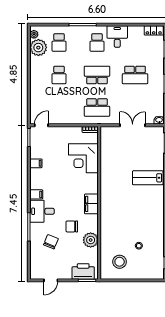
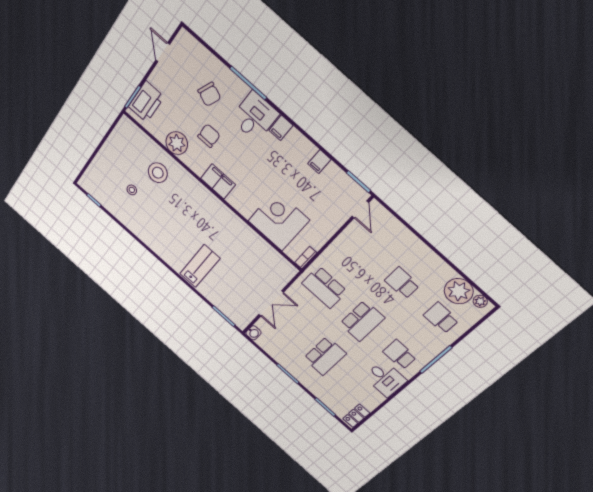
school desk: (135, 75) -> (325, 356), turned 180
school desk: (97, 108) -> (324, 287), turned -90
stool: (120, 262) -> (158, 173), moved

